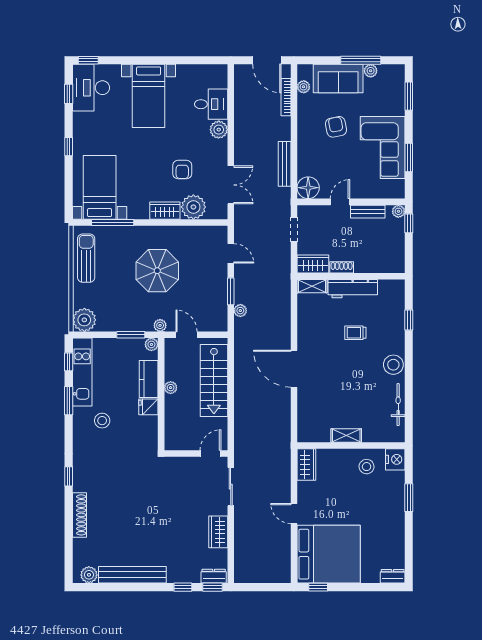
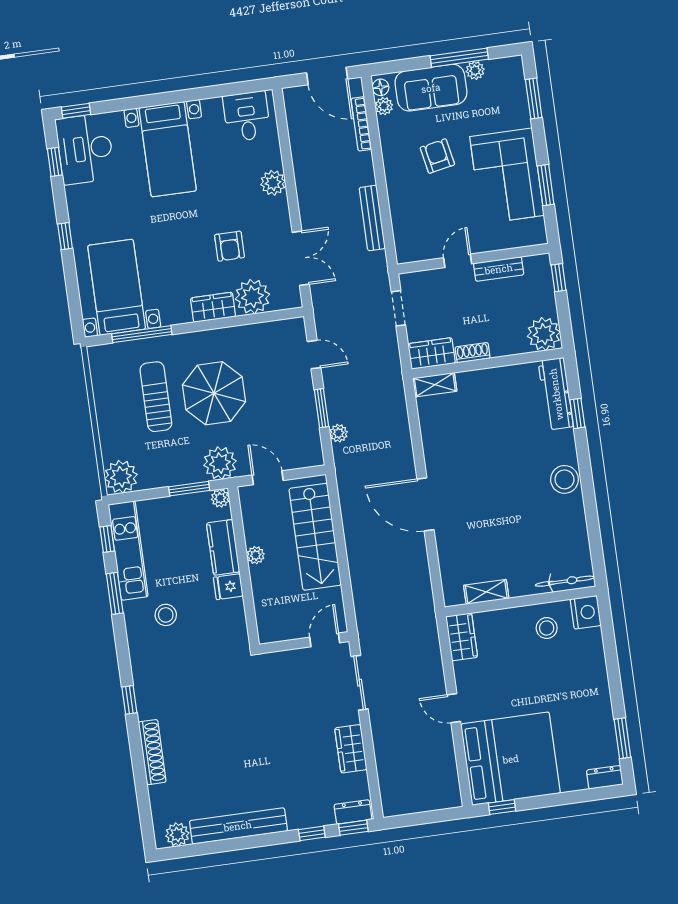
desk: (211, 104) -> (247, 116), moved, turned -90
floor lamp: (308, 188) -> (381, 87), moved, width x0.53, depth x0.53
plant: (398, 211) -> (544, 334), moved, width x1.88, depth x1.88
sun lounger: (86, 258) -> (156, 397), moved
workbench: (353, 289) -> (556, 394), moved, turned 90
plant: (160, 325) -> (220, 463), width x1.87, depth x1.87
trolley: (355, 333) -> (505, 442), removed
bicycle: (398, 405) -> (565, 581), moved, turned 90
shelving: (346, 436) -> (486, 592), moved
window: (409, 498) -> (622, 738), moved

